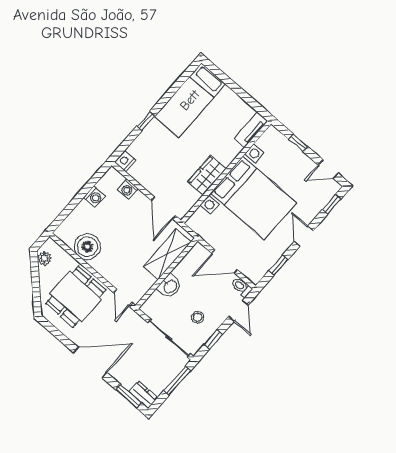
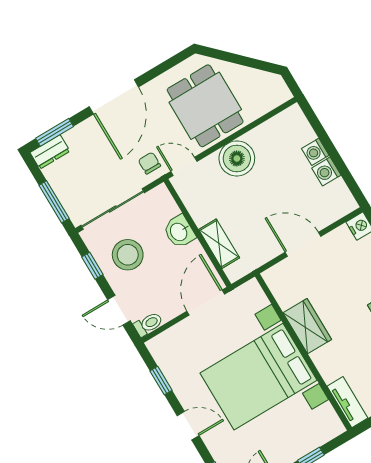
washing machine: (128, 189) -> (315, 152), moved, turned -90
door: (164, 208) -> (303, 244), moved
boiler: (87, 247) -> (237, 158), moved
shelving: (167, 254) -> (219, 244), width x0.67, depth x0.75
plant: (44, 258) -> (268, 81), removed
door: (225, 262) -> (206, 303), moved
stool: (198, 317) -> (128, 255), width x1.89, depth x1.89
chair: (128, 323) -> (149, 163), added

